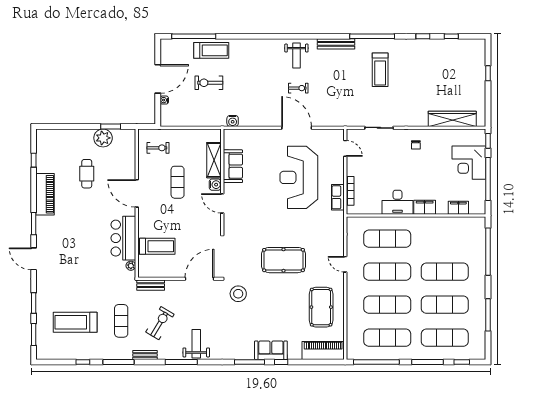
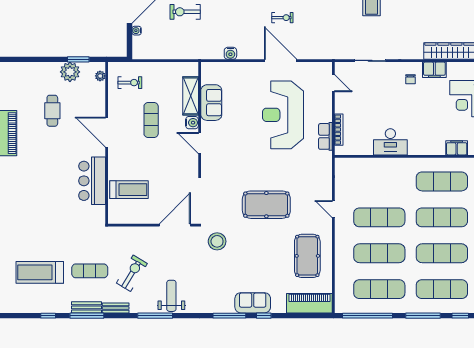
water cooler: (233, 121) -> (230, 53), moved
filing cabinet: (425, 207) -> (434, 70), moved, turned 180
exercise mat: (387, 239) -> (442, 181), moved
plant: (131, 266) -> (100, 76), moved
bench: (151, 285) -> (87, 307), moved
exercise mat: (121, 321) -> (90, 271), turned 90

